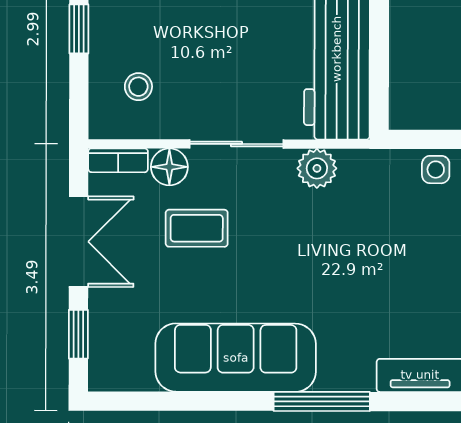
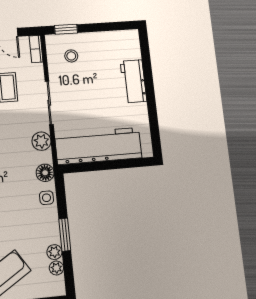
window: (79, 29) -> (66, 29), moved
floor lamp: (169, 167) -> (45, 173), moved

